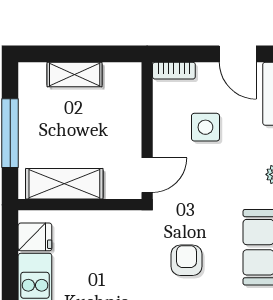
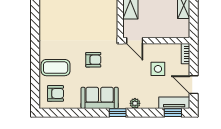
door: (238, 54) -> (194, 85), hinge flipped

